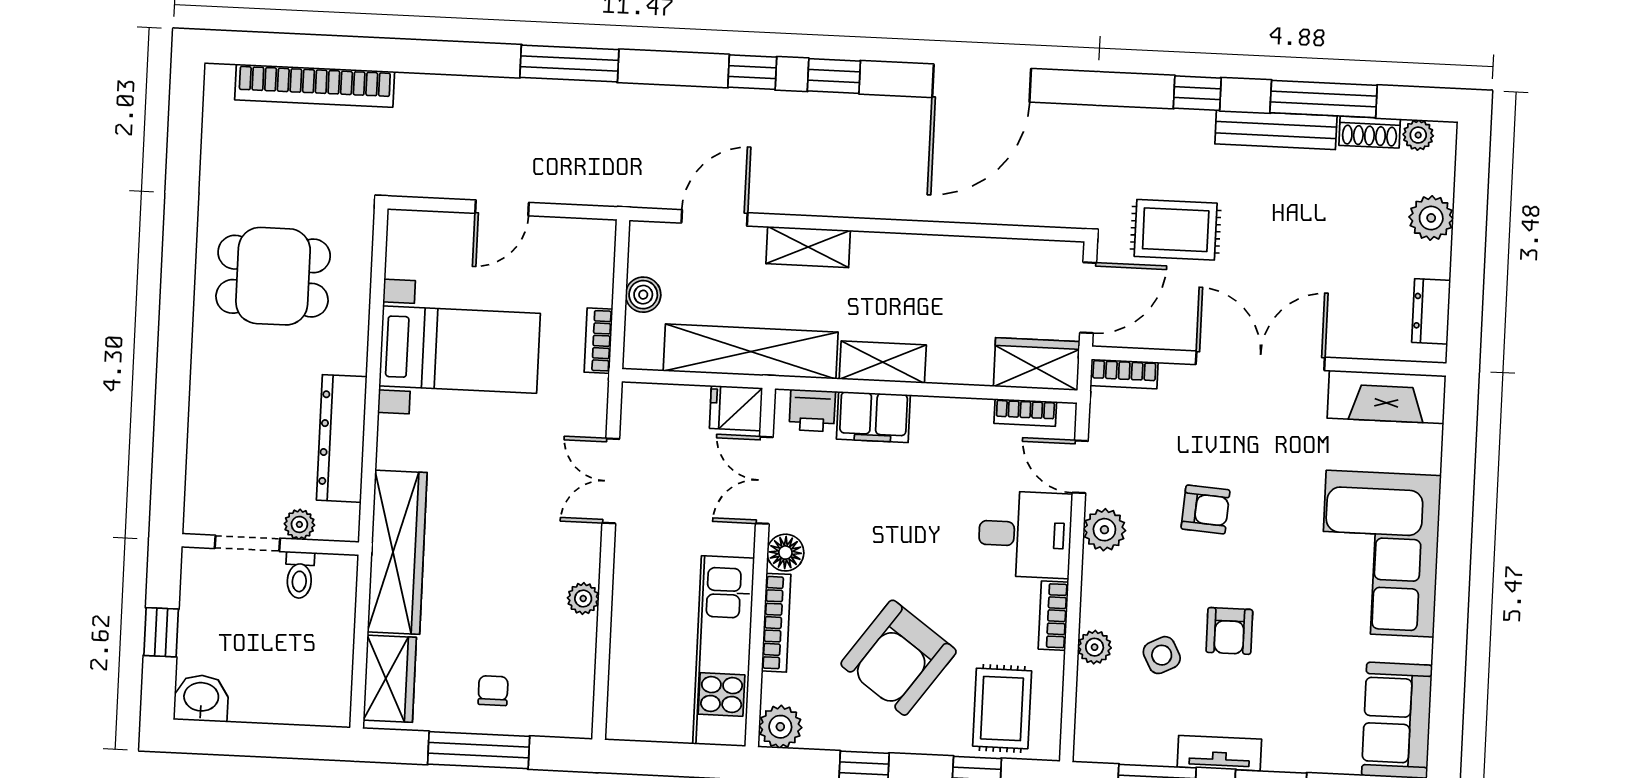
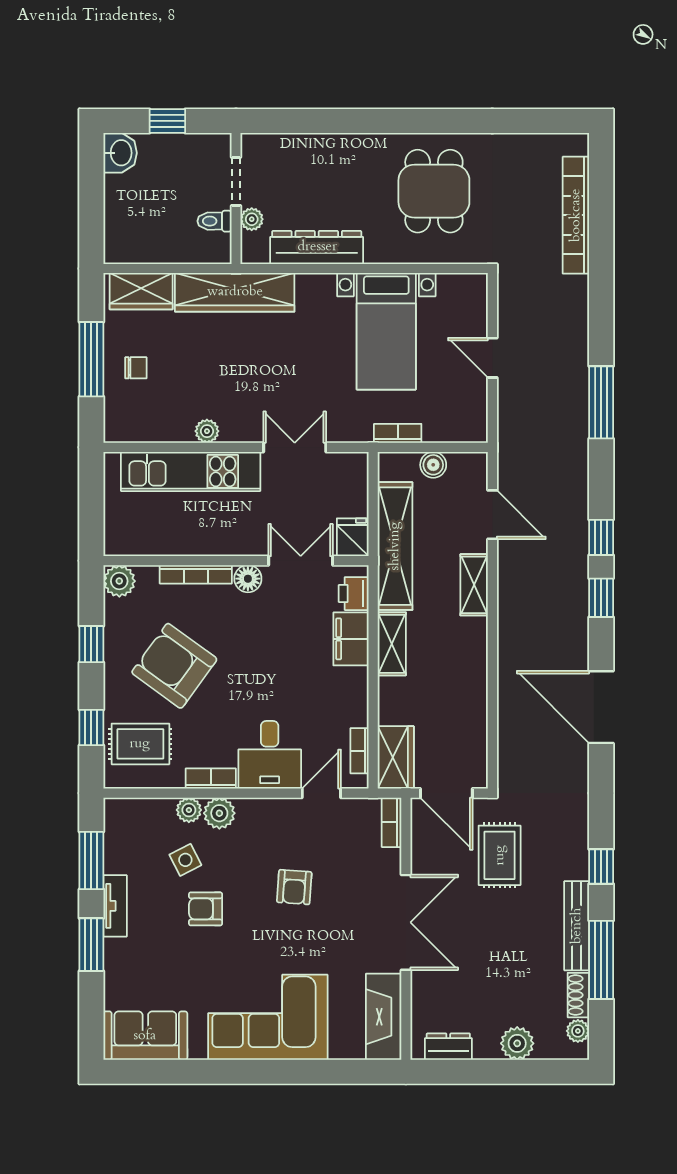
plant: (1104, 530) -> (219, 813), moved
kitchen unit: (724, 651) -> (191, 471), moved, turned 180

